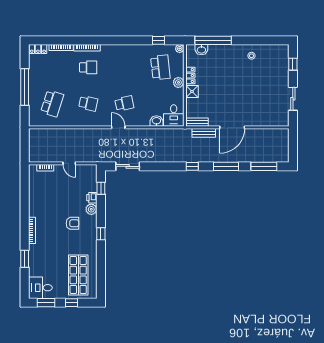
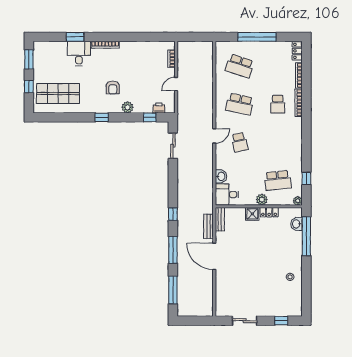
school desk: (88, 103) -> (240, 104), width x1.85
printer: (92, 198) -> (159, 108), moved
desk: (40, 288) -> (79, 53), moved

